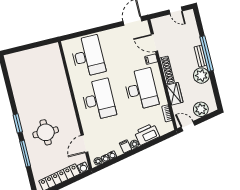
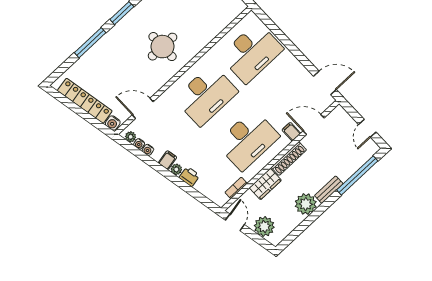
door: (154, 43) -> (314, 124), hinge flipped
window: (207, 54) -> (357, 175), moved
round table: (46, 132) -> (163, 47), moved
printer: (147, 134) -> (189, 177), width x0.53, depth x0.68

